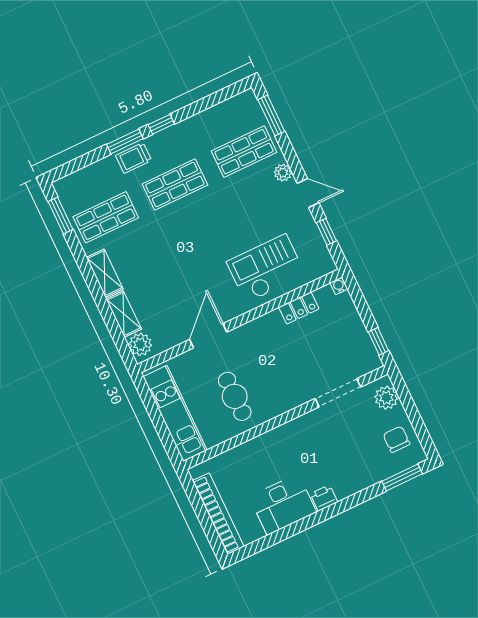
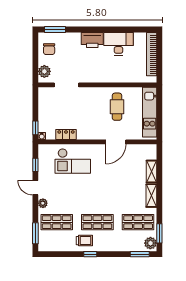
window: (125, 142) -> (140, 254), moved
trolley: (134, 158) -> (84, 241), moved
window: (378, 341) -> (35, 128), moved
plant: (140, 344) -> (150, 243), moved
printer: (324, 498) -> (92, 40), width x1.87, depth x1.48

